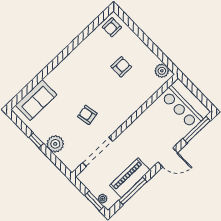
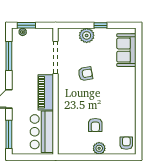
plant: (162, 71) -> (99, 148), moved
bar counter: (185, 104) -> (42, 132), moved, turned -90
piano: (130, 178) -> (46, 92), moved, turned 180

